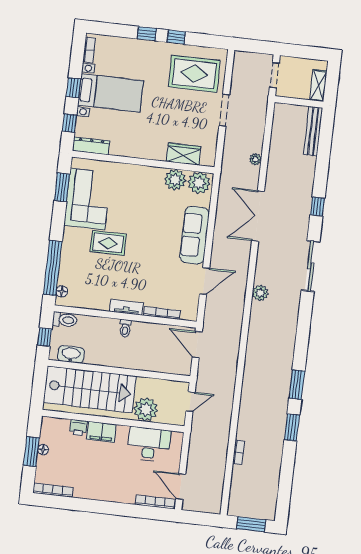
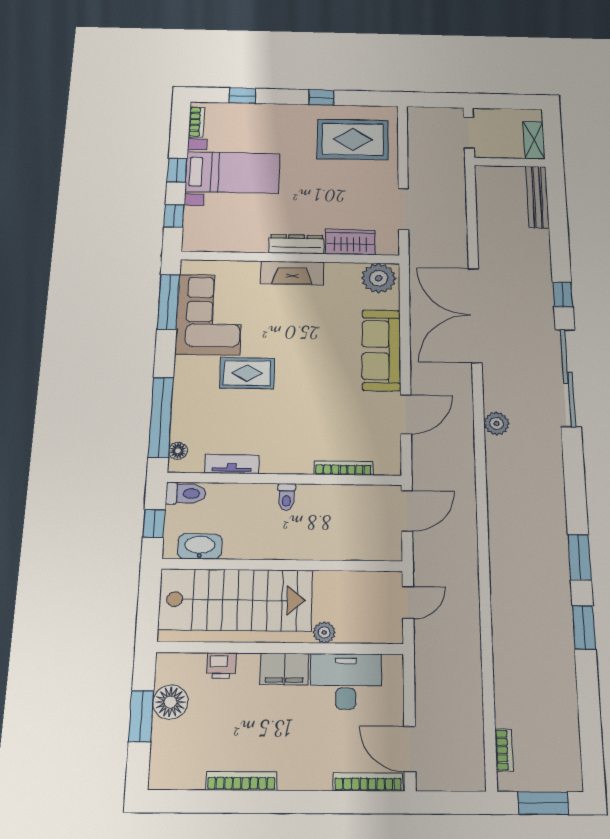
window: (147, 34) -> (242, 96), moved
doorway: (224, 110) -> (403, 209), moved
dresser: (91, 146) -> (296, 244), moved
plant: (256, 159) -> (459, 240), removed
fireplace: (143, 174) -> (292, 273), added
plant: (175, 180) -> (342, 277), removed
window: (62, 187) -> (168, 302), width x1.44
double door: (258, 216) -> (475, 315), width x1.36
sliding door: (311, 266) -> (568, 378), width x1.36
tv unit: (127, 307) -> (232, 464), moved
door: (197, 345) -> (407, 511), swing flipped
plant: (146, 409) -> (324, 632), width x0.53, depth x0.53
filing cabinet: (101, 432) -> (284, 669), moved
floor lamp: (43, 450) -> (170, 702), width x1.89, depth x1.89
bookcase: (239, 452) -> (504, 750), moved
bookcase: (53, 490) -> (241, 781), moved

